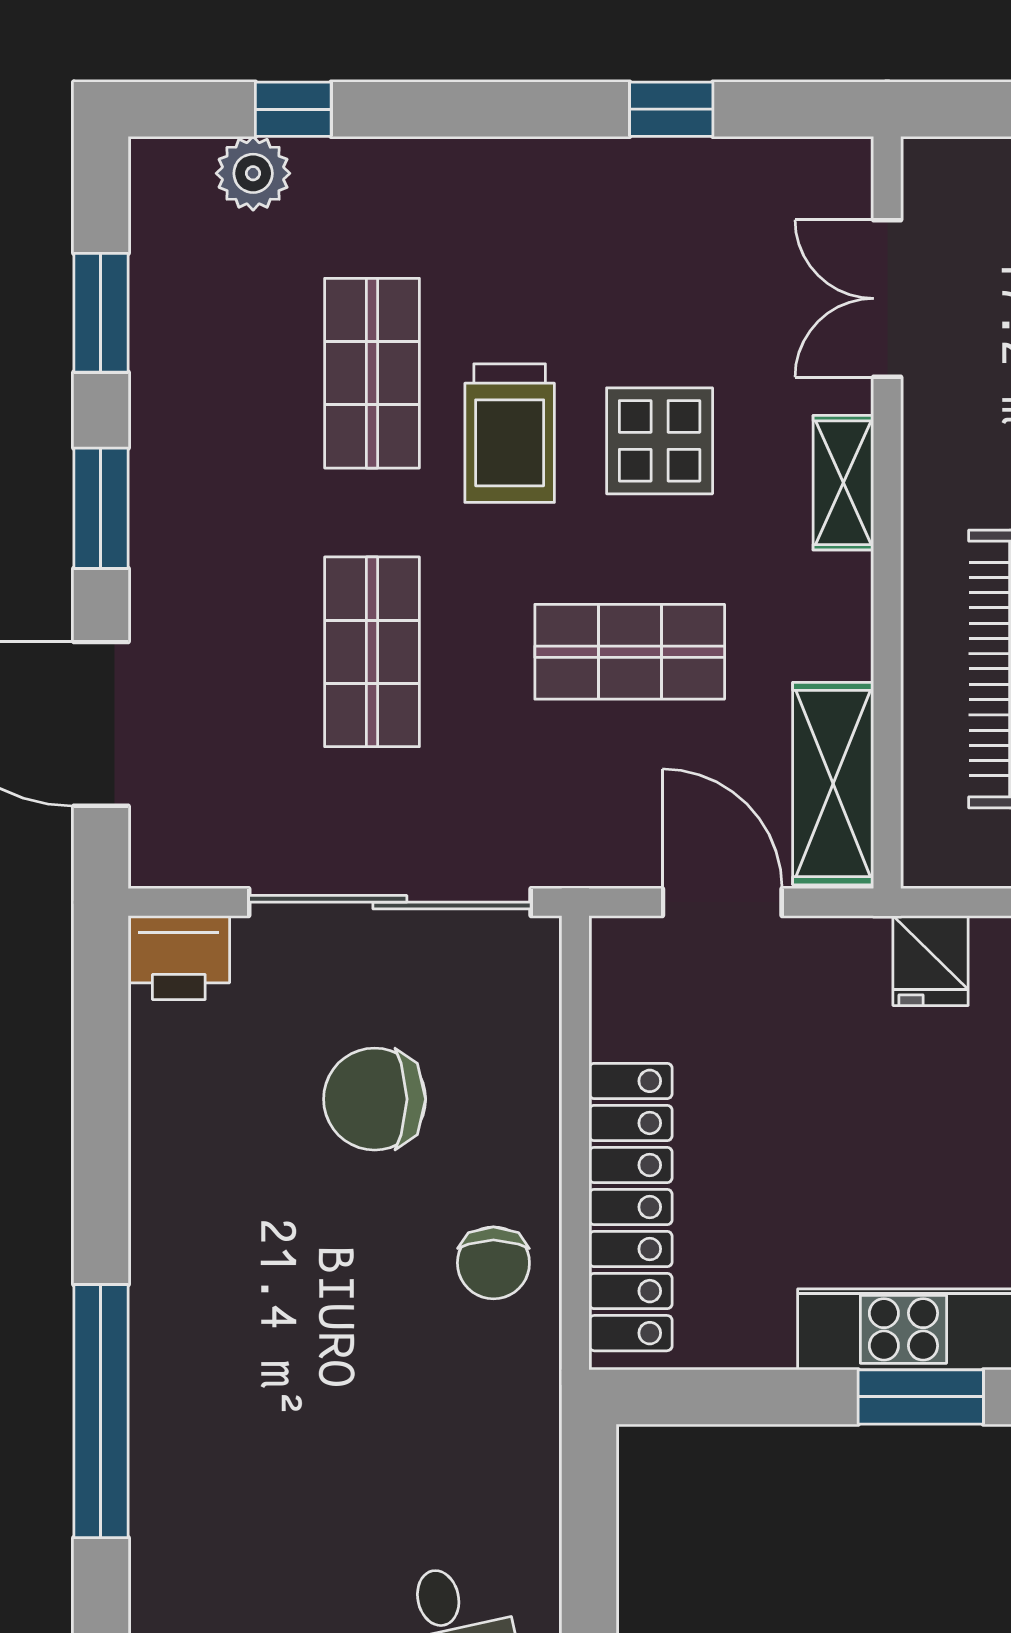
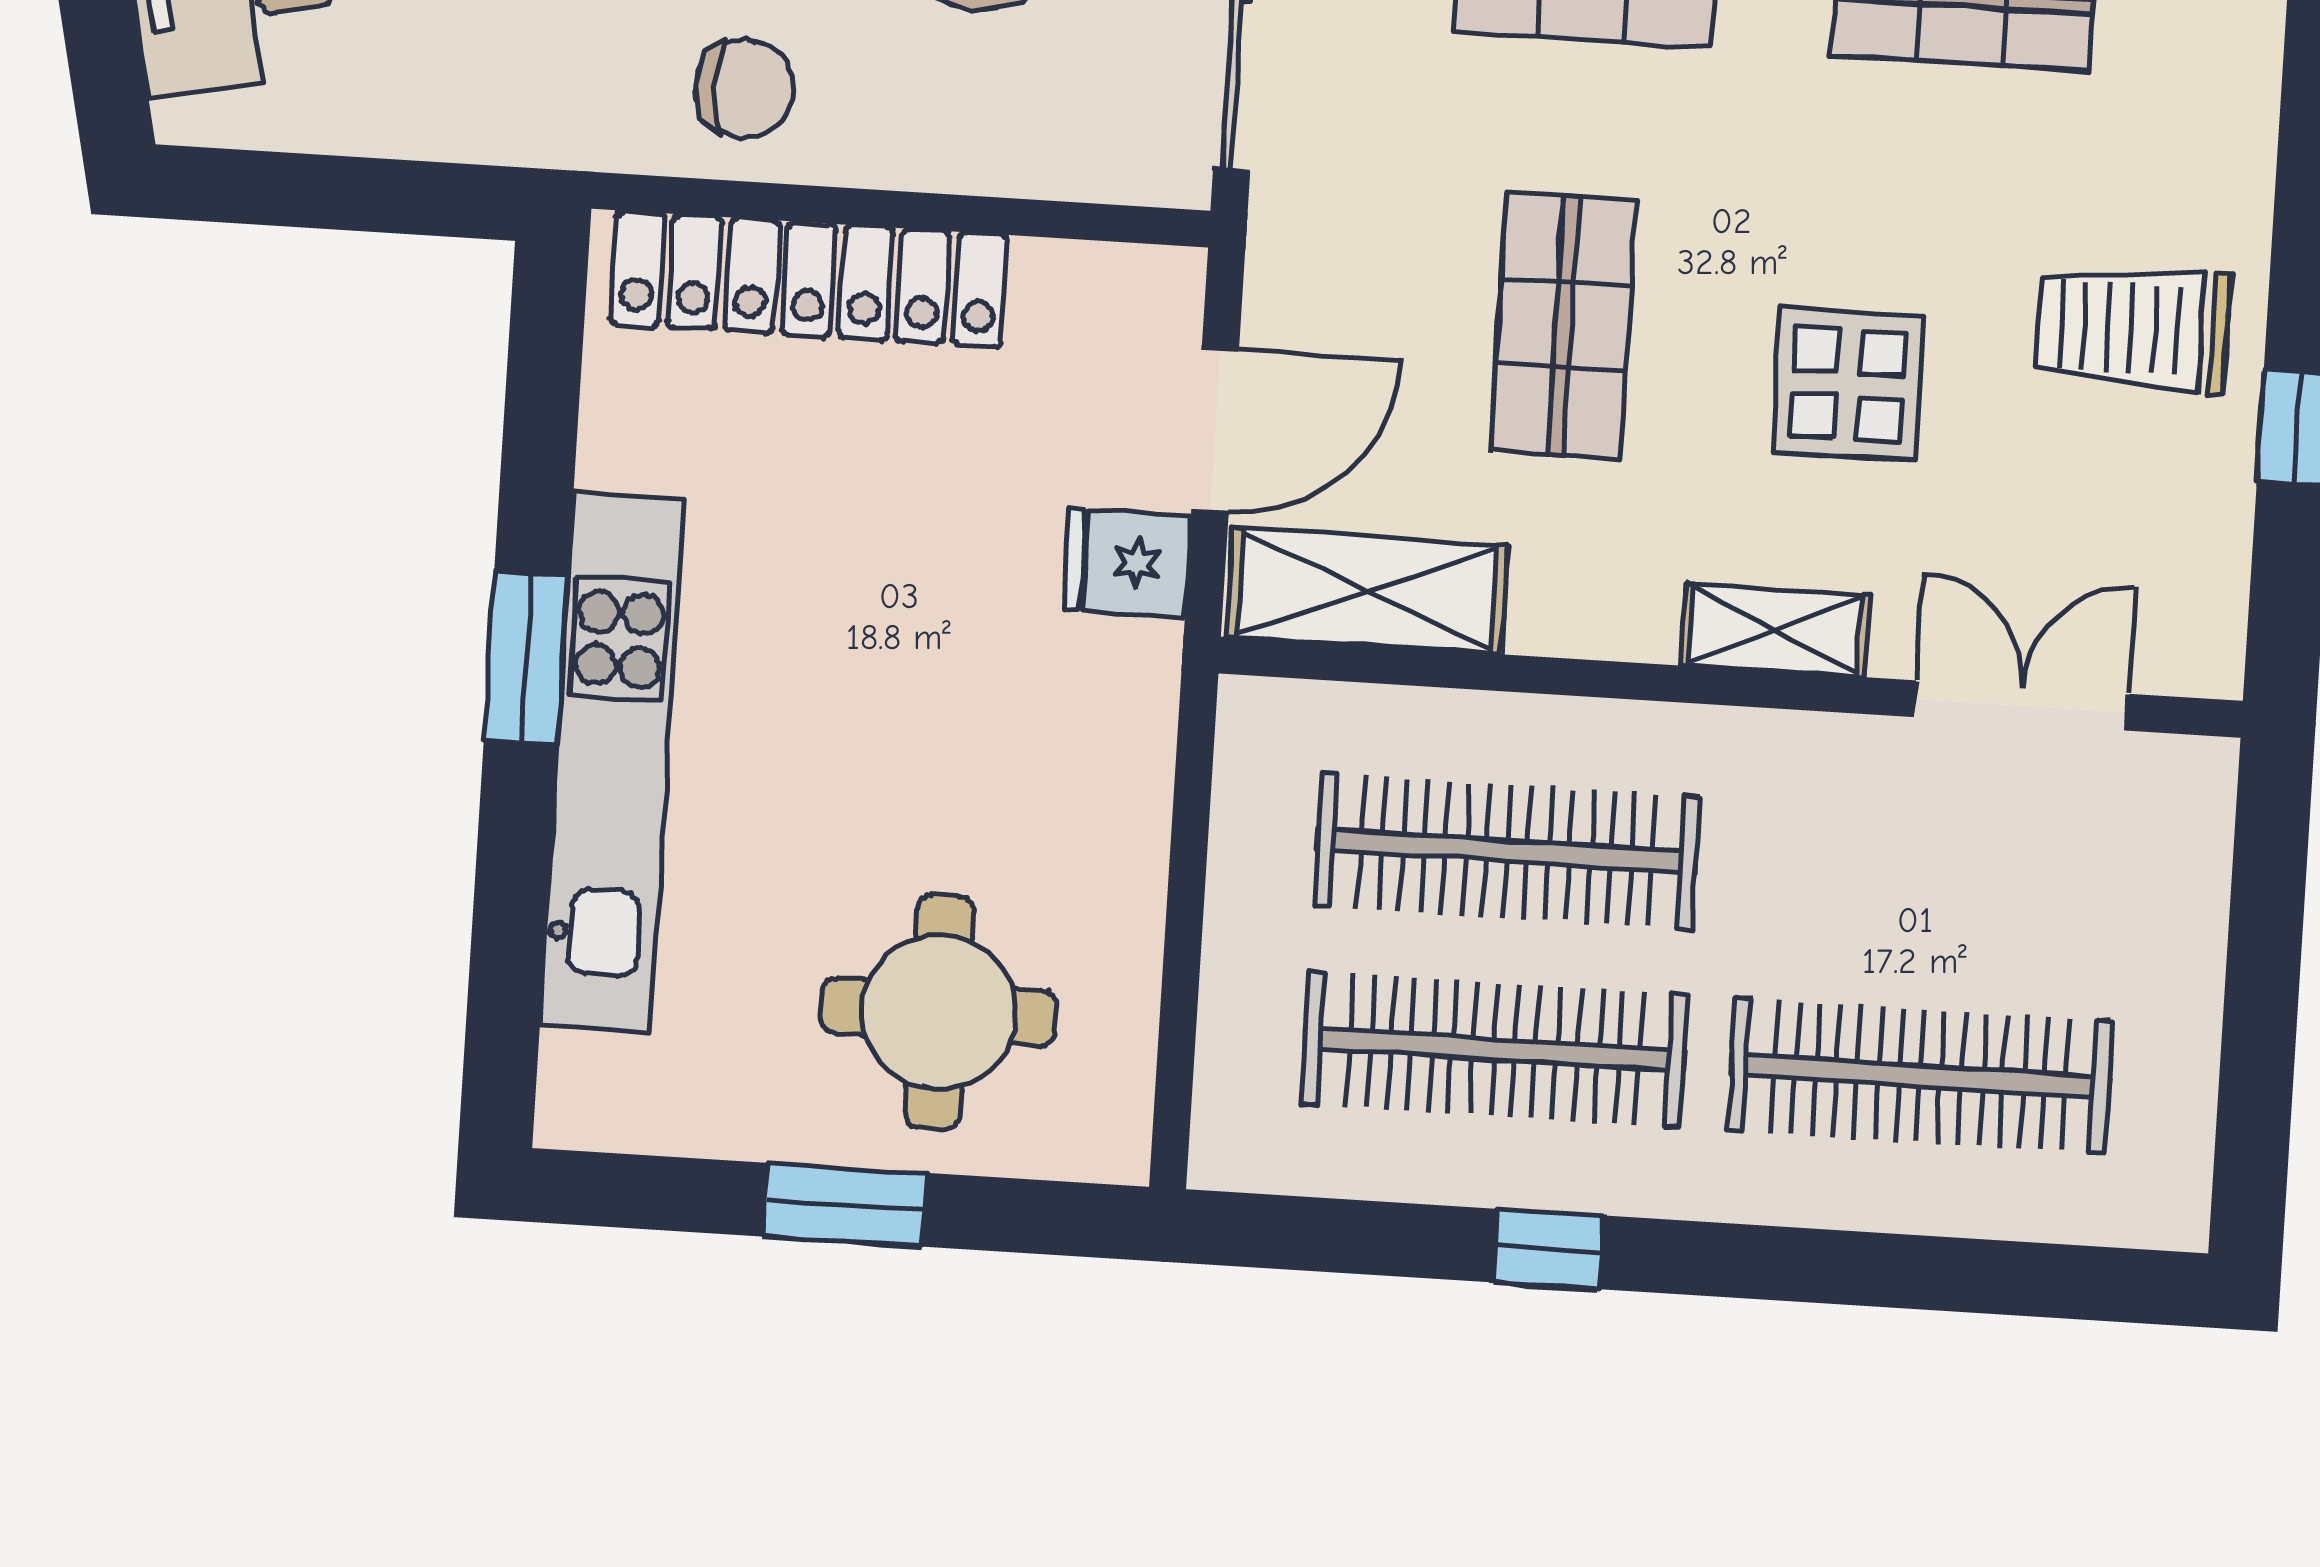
trolley: (510, 433) -> (2133, 329), moved
fridge: (931, 961) -> (1127, 562), moved
chair: (493, 1263) -> (745, 88), turned 180

